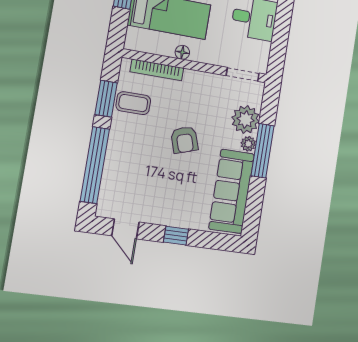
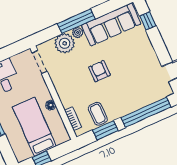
bookcase: (157, 70) -> (73, 119), width x0.64
armchair: (184, 140) -> (99, 71), turned -72
window: (176, 236) -> (148, 21), moved

